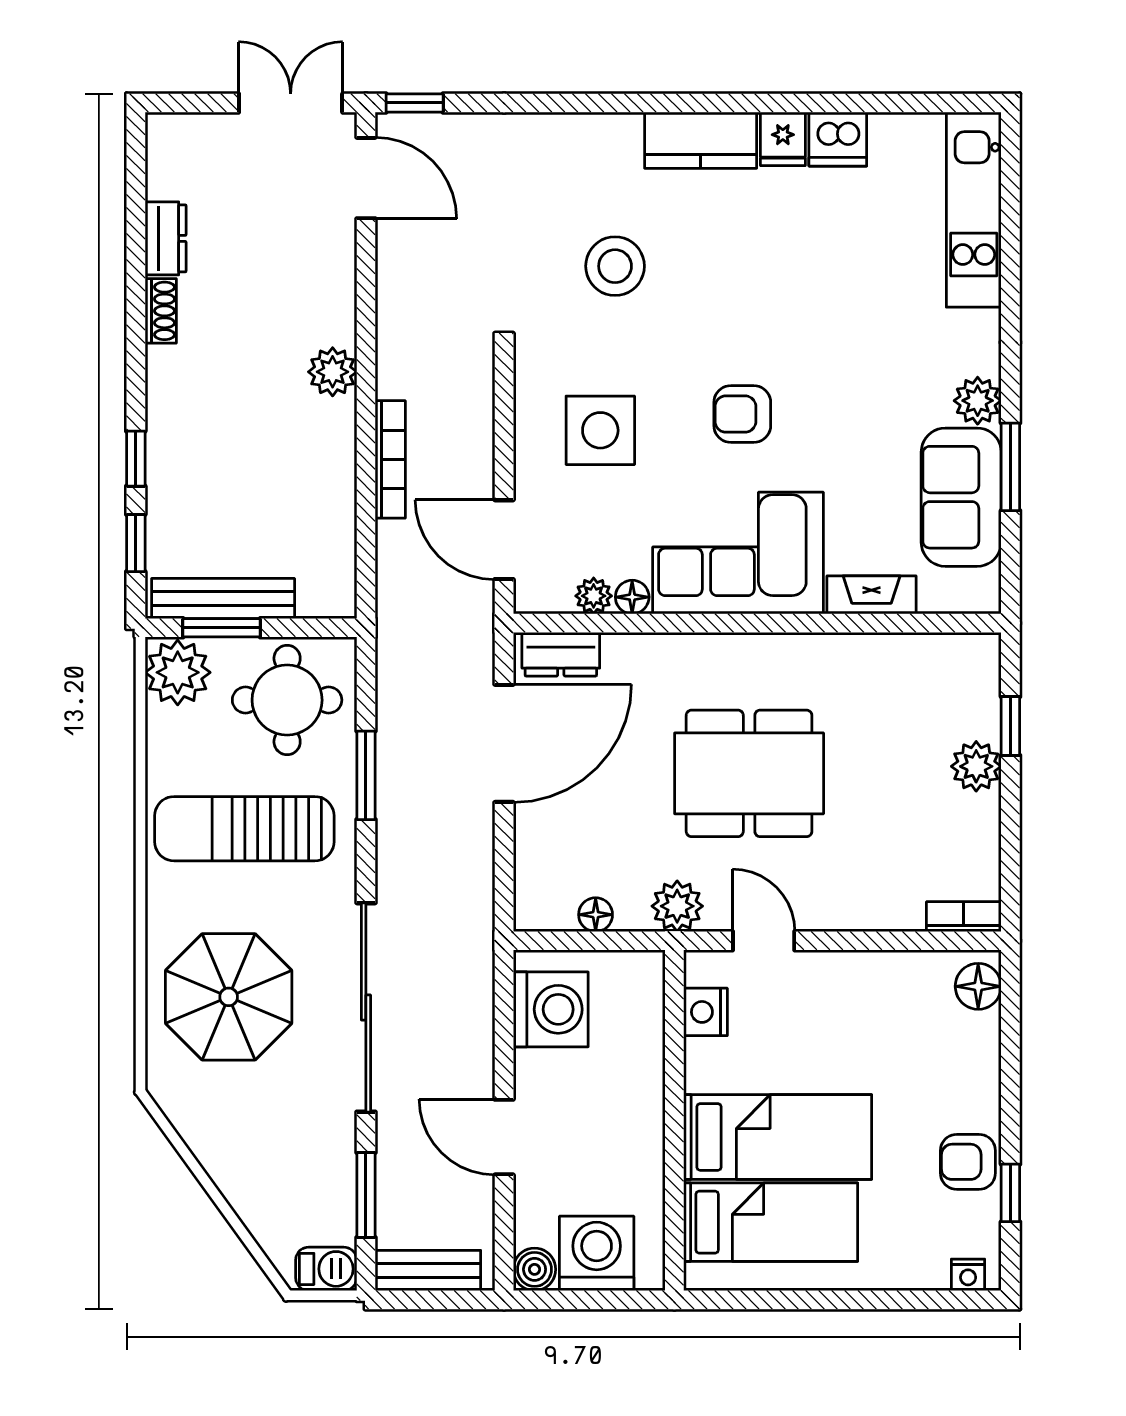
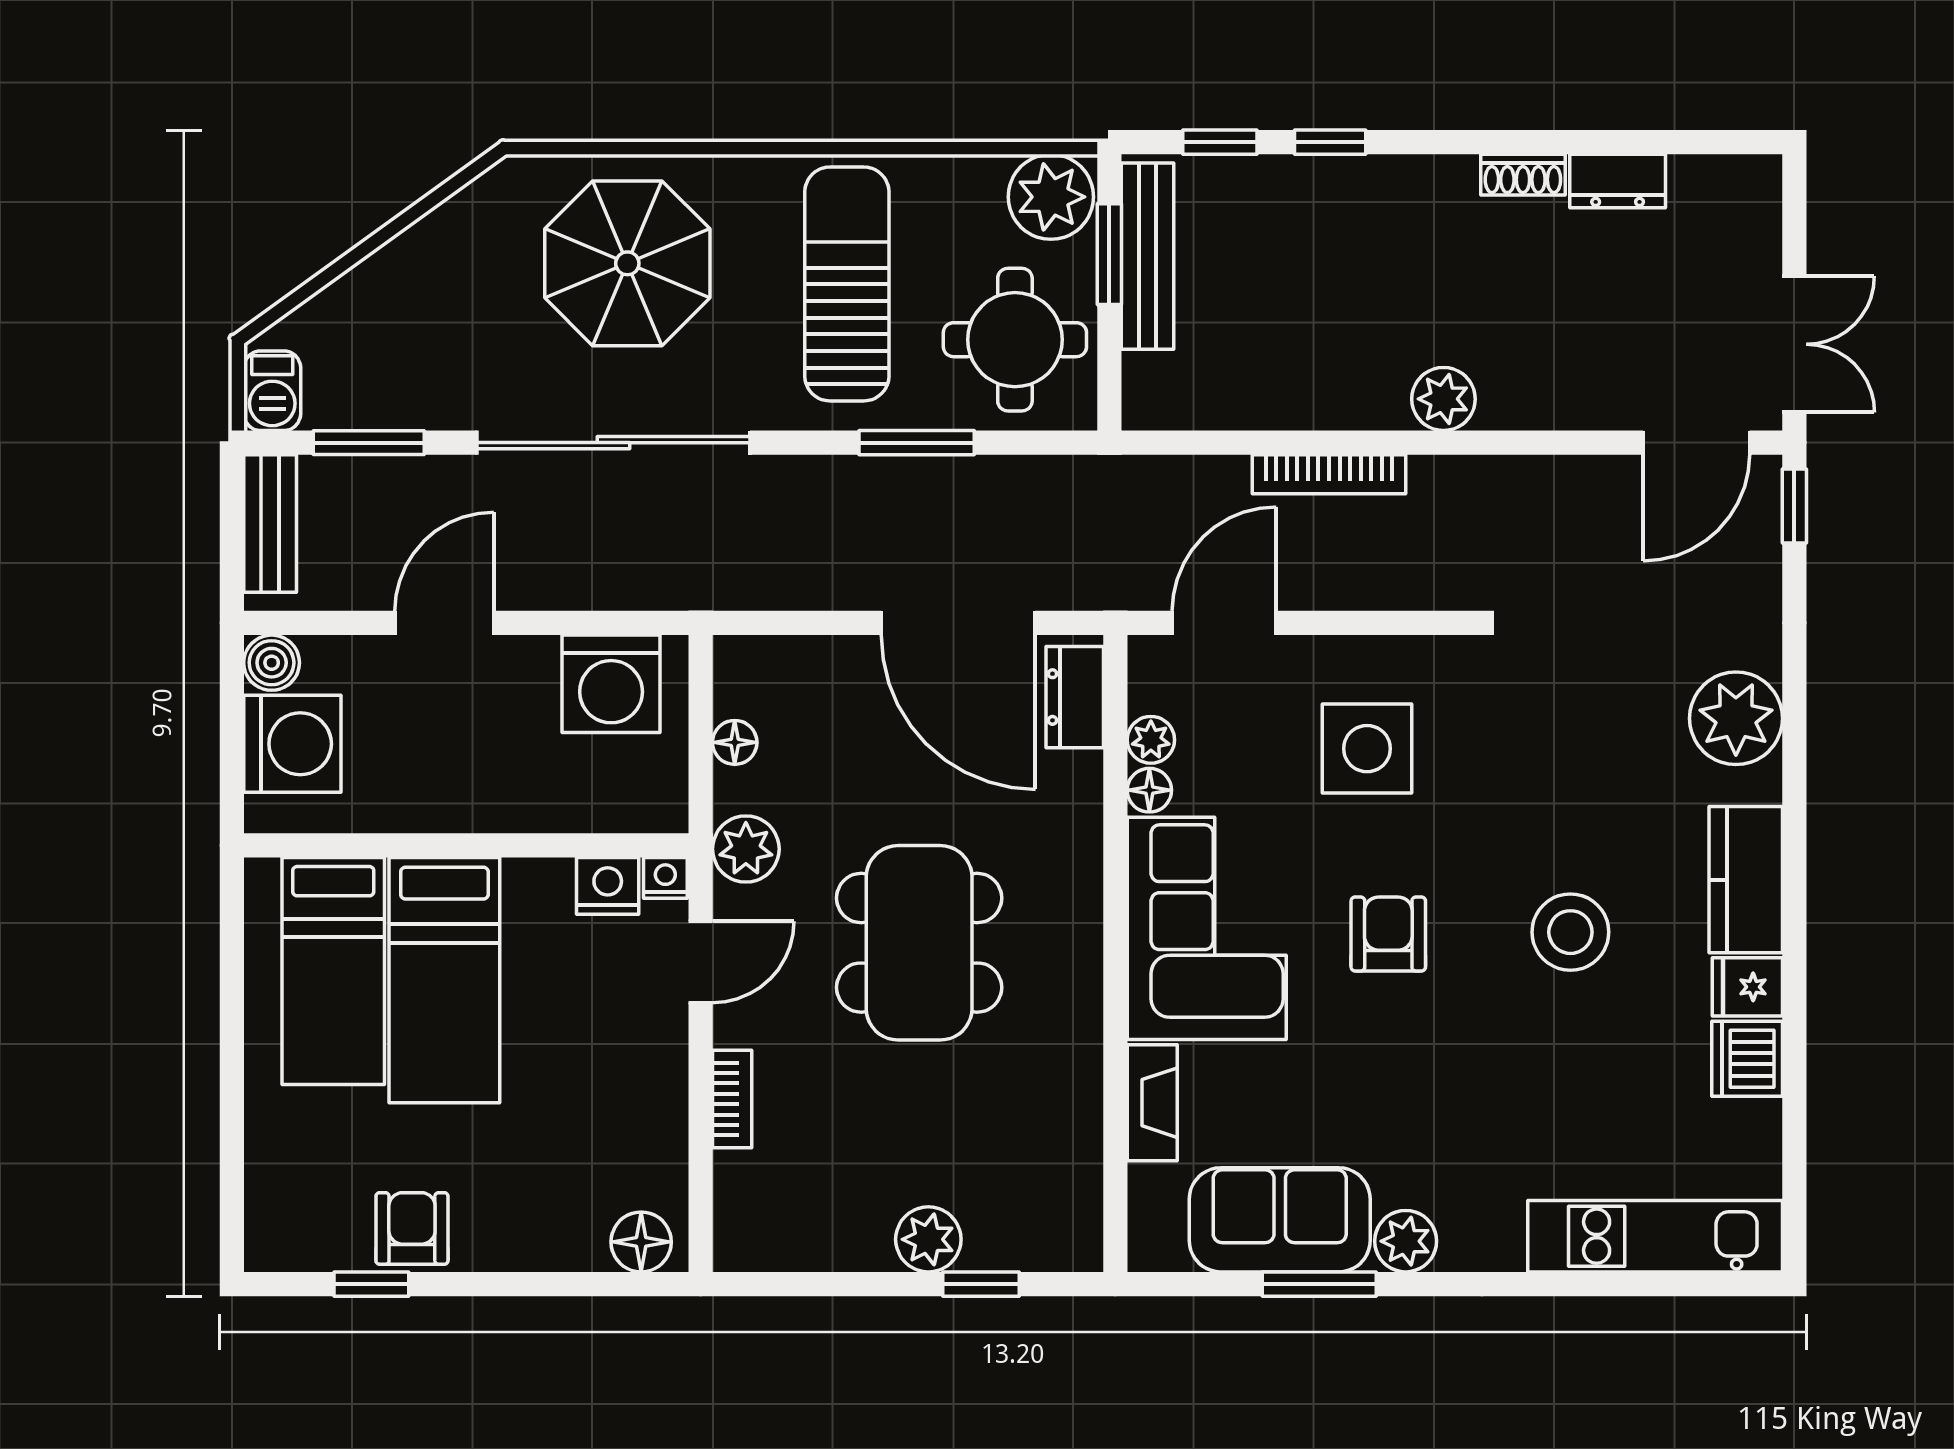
plant: (577, 148) -> (1736, 718), added
stool: (615, 266) -> (1570, 932), moved
bookcase: (964, 917) -> (732, 1099), moved
nightstand: (968, 1275) -> (665, 878), moved, turned 90

